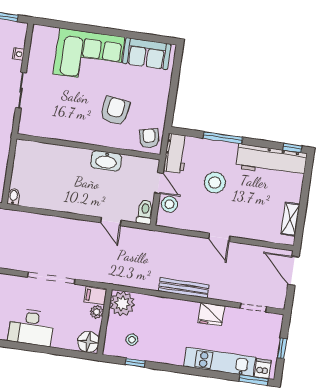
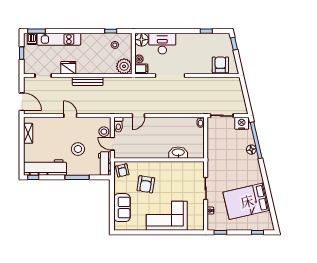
sofa: (147, 54) -> (122, 208), moved, turned 90
washbasin: (106, 161) -> (178, 153), moved
door: (111, 222) -> (138, 116), swing flipped
desk: (31, 327) -> (162, 44), moved

